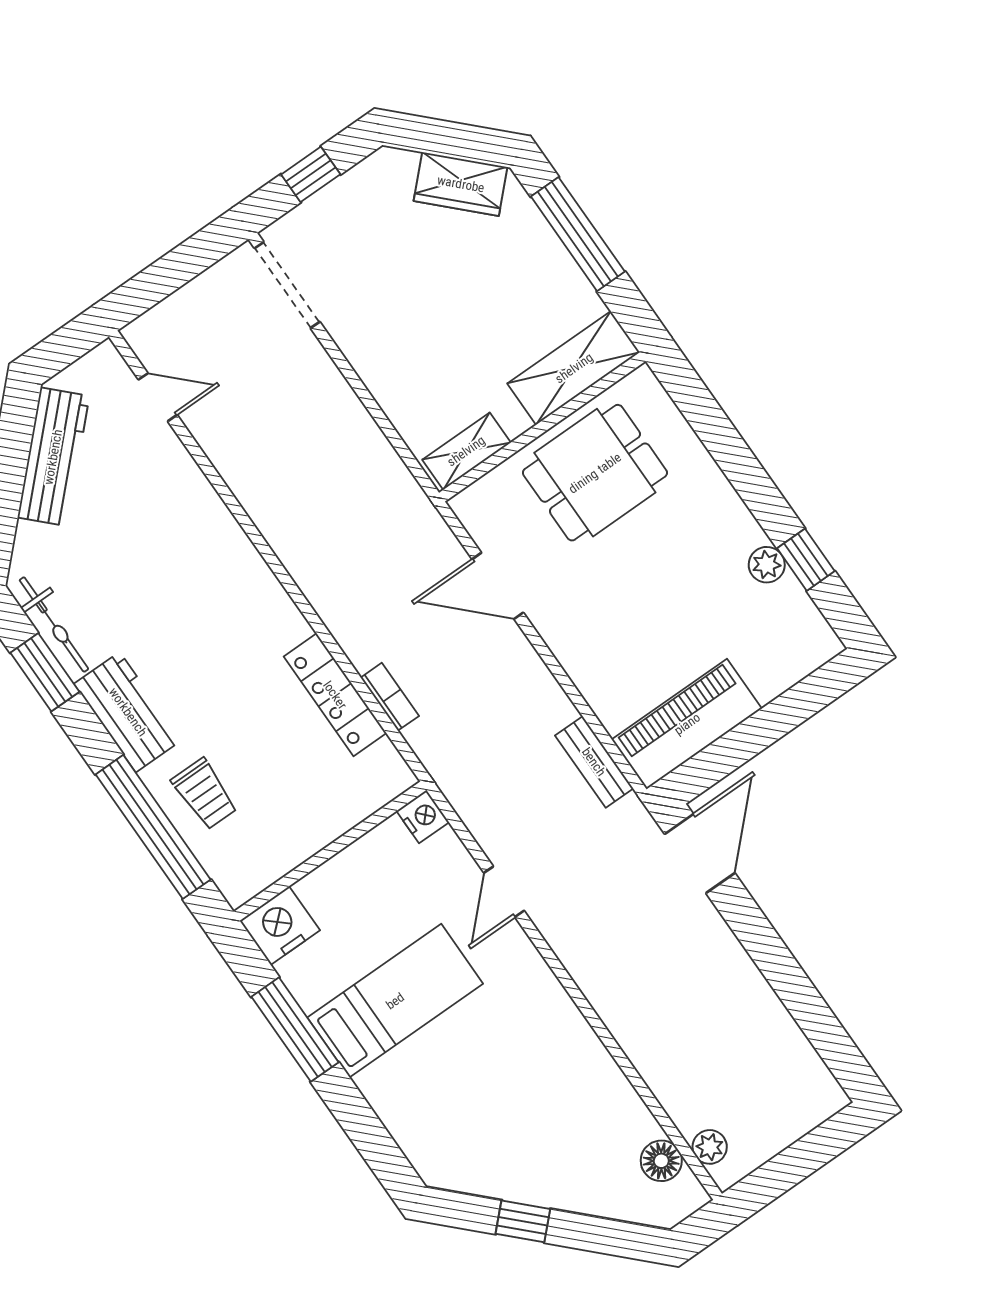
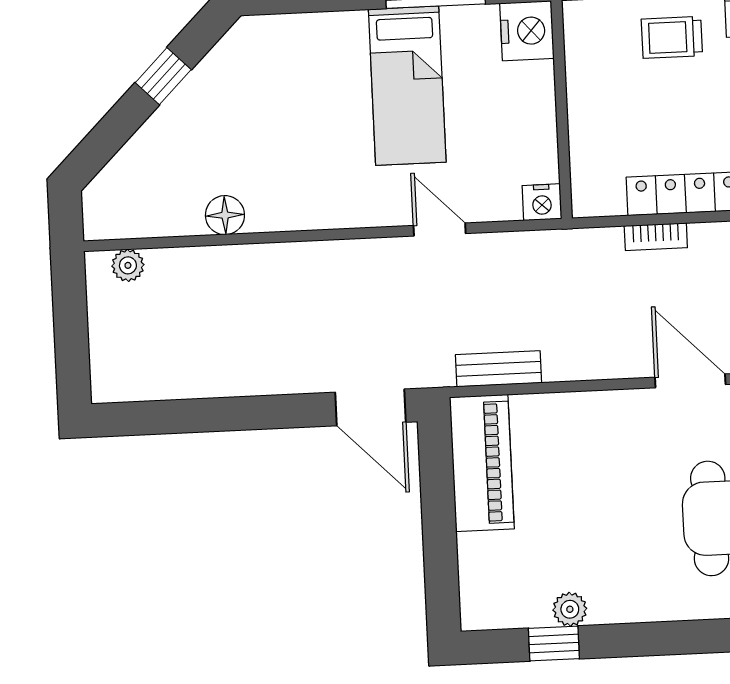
door: (498, 586) -> (690, 381), hinge flipped
floor lamp: (661, 1161) -> (225, 215), moved

